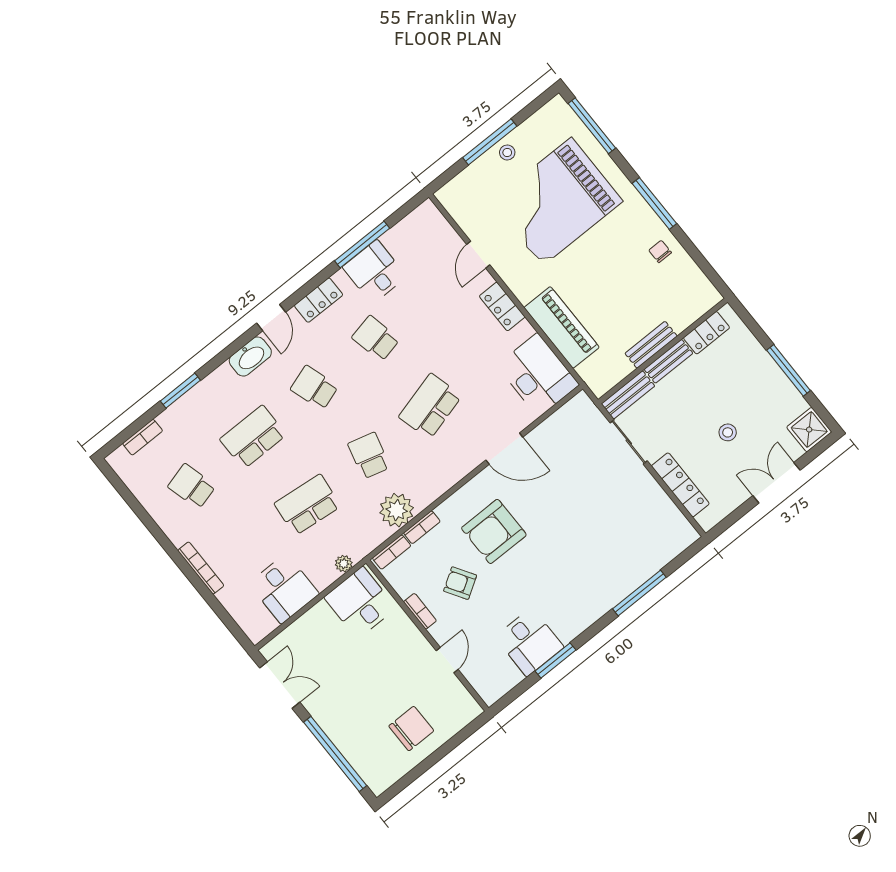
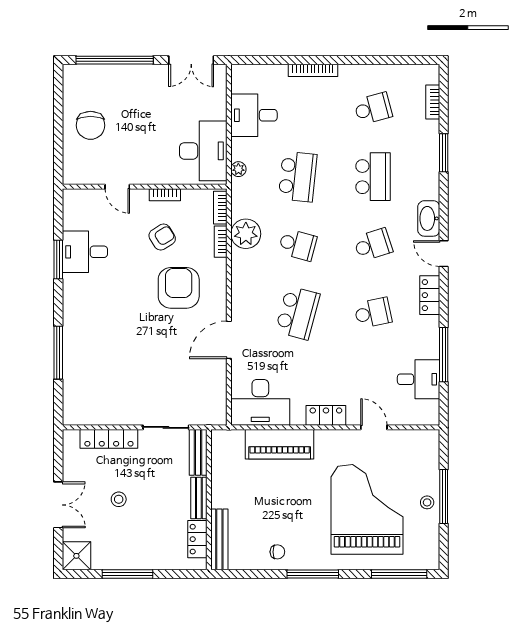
desk: (375, 272) -> (419, 379), moved
bench: (651, 345) -> (219, 539), moved, width x1.36
school desk: (430, 406) -> (298, 313), turned 30
desk: (360, 603) -> (203, 151), width x1.37

